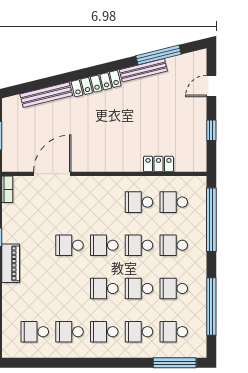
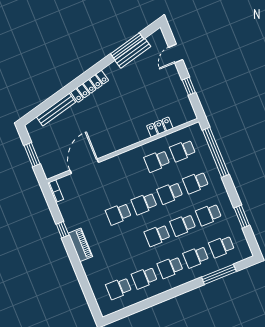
bench: (143, 70) -> (133, 53), moved
window: (211, 307) -> (242, 217), width x0.47
window: (175, 363) -> (219, 274), moved

